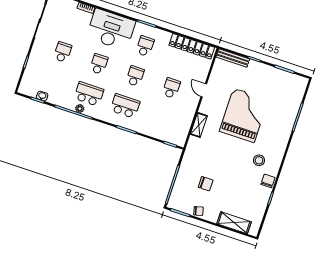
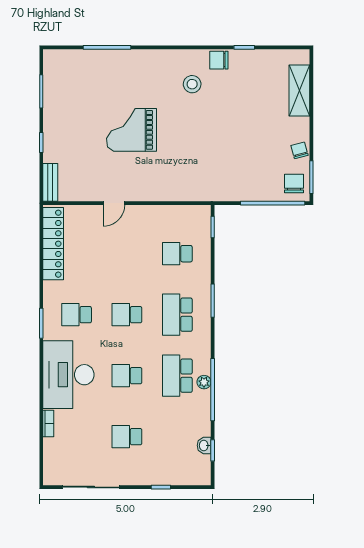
bench: (233, 58) -> (50, 182), width x0.73
school desk: (171, 88) -> (177, 254), moved
grand piano: (244, 115) -> (131, 130), width x0.73, depth x0.68
shelving: (199, 125) -> (169, 193), removed
chair: (206, 184) -> (294, 184), moved

